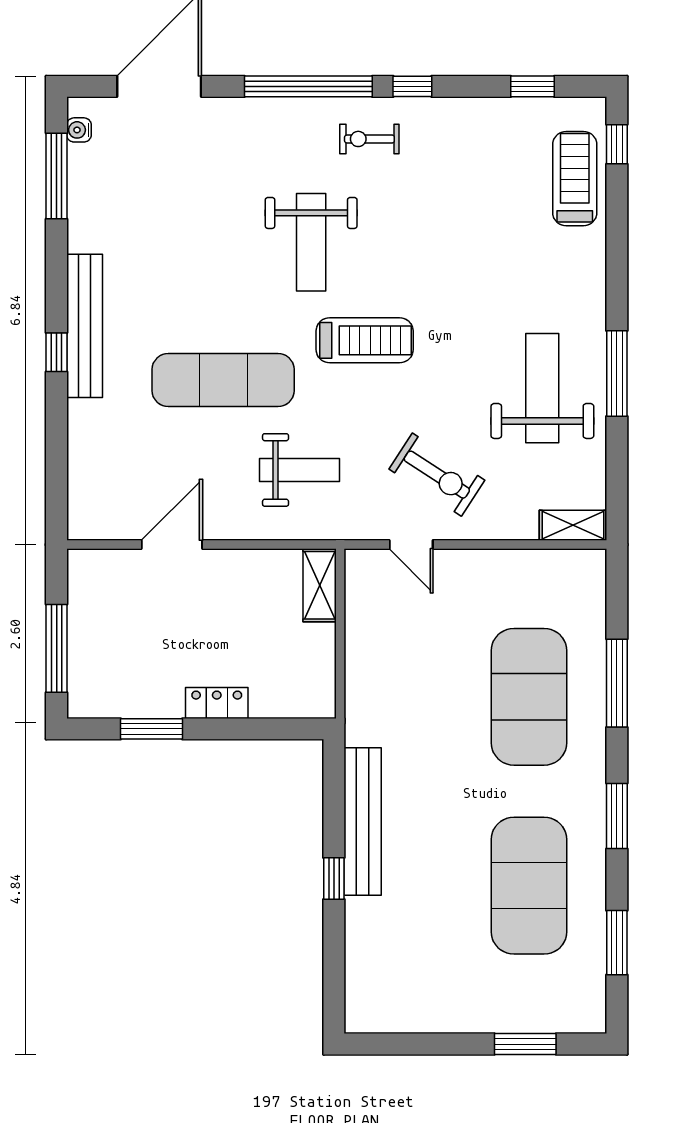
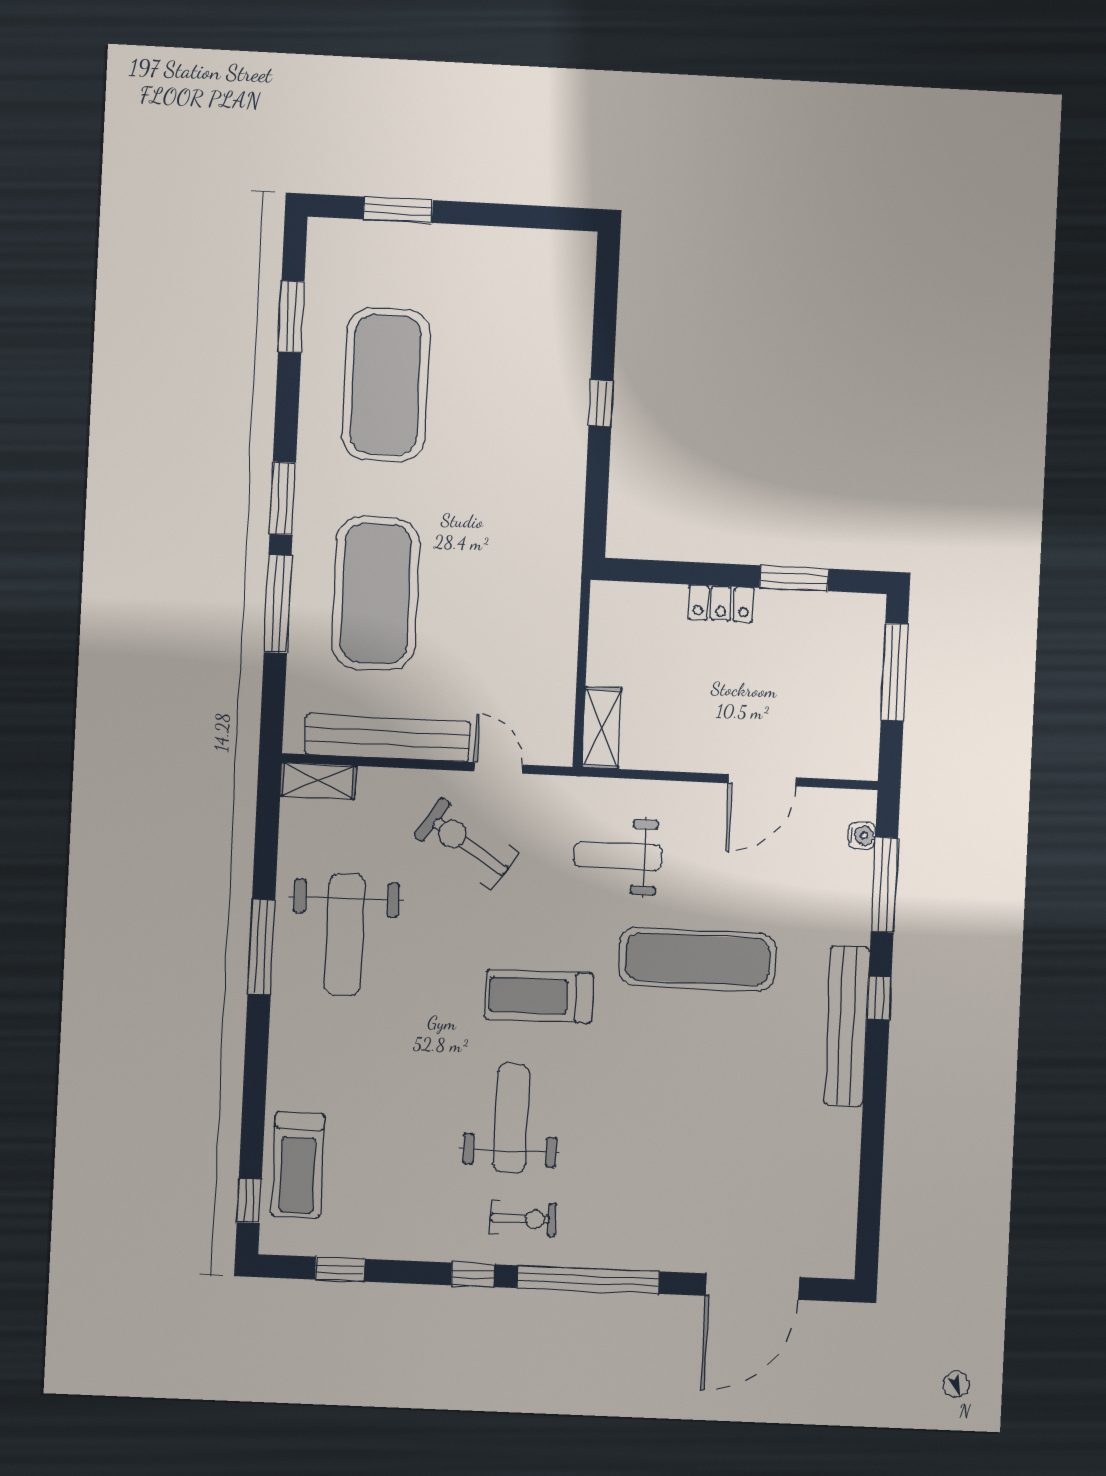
water cooler: (79, 130) -> (862, 835), moved
window: (57, 176) -> (884, 885), moved
weight bench: (311, 242) -> (511, 1118), moved
window: (617, 816) -> (283, 498), moved
bench: (363, 821) -> (388, 738), moved, turned 90

